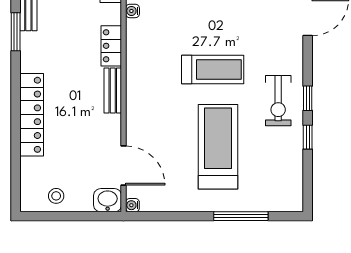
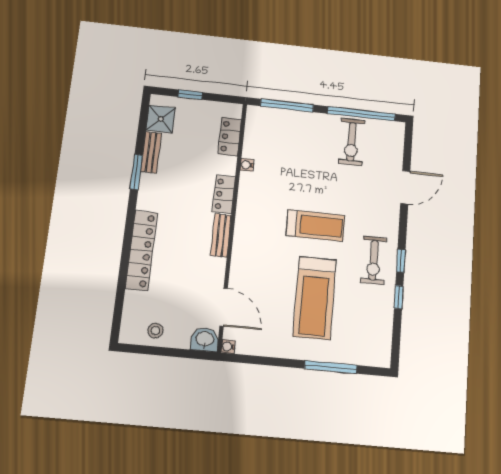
treadmill: (218, 147) -> (315, 298), turned 180

